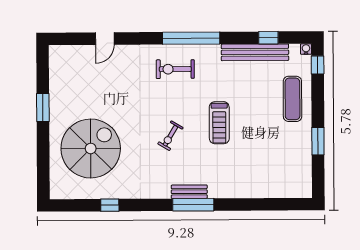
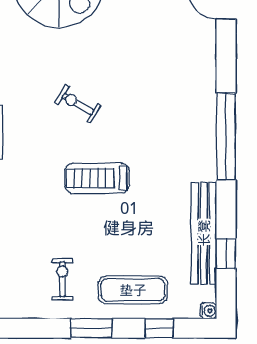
window: (318, 65) -> (159, 328), moved
exercise bike: (175, 69) -> (62, 279), moved, width x0.73, depth x0.72
window: (318, 141) -> (91, 328), moved

